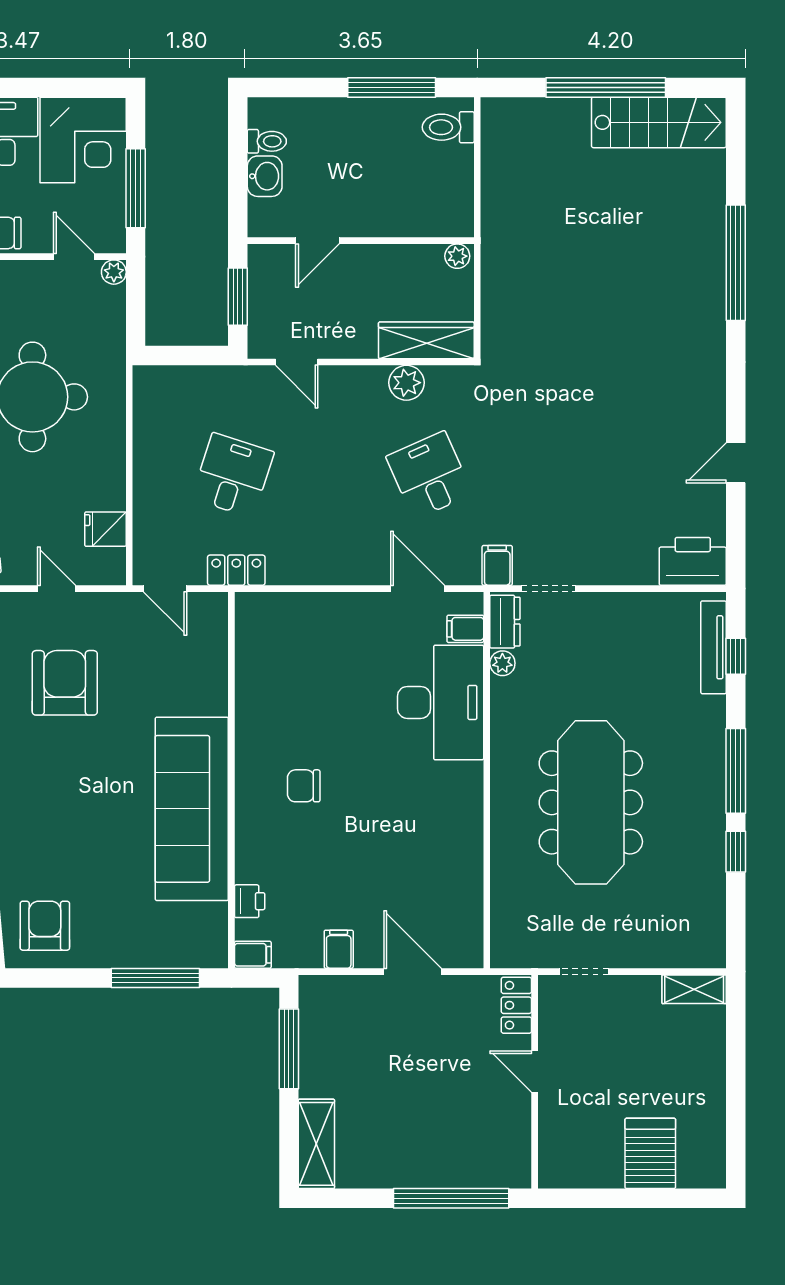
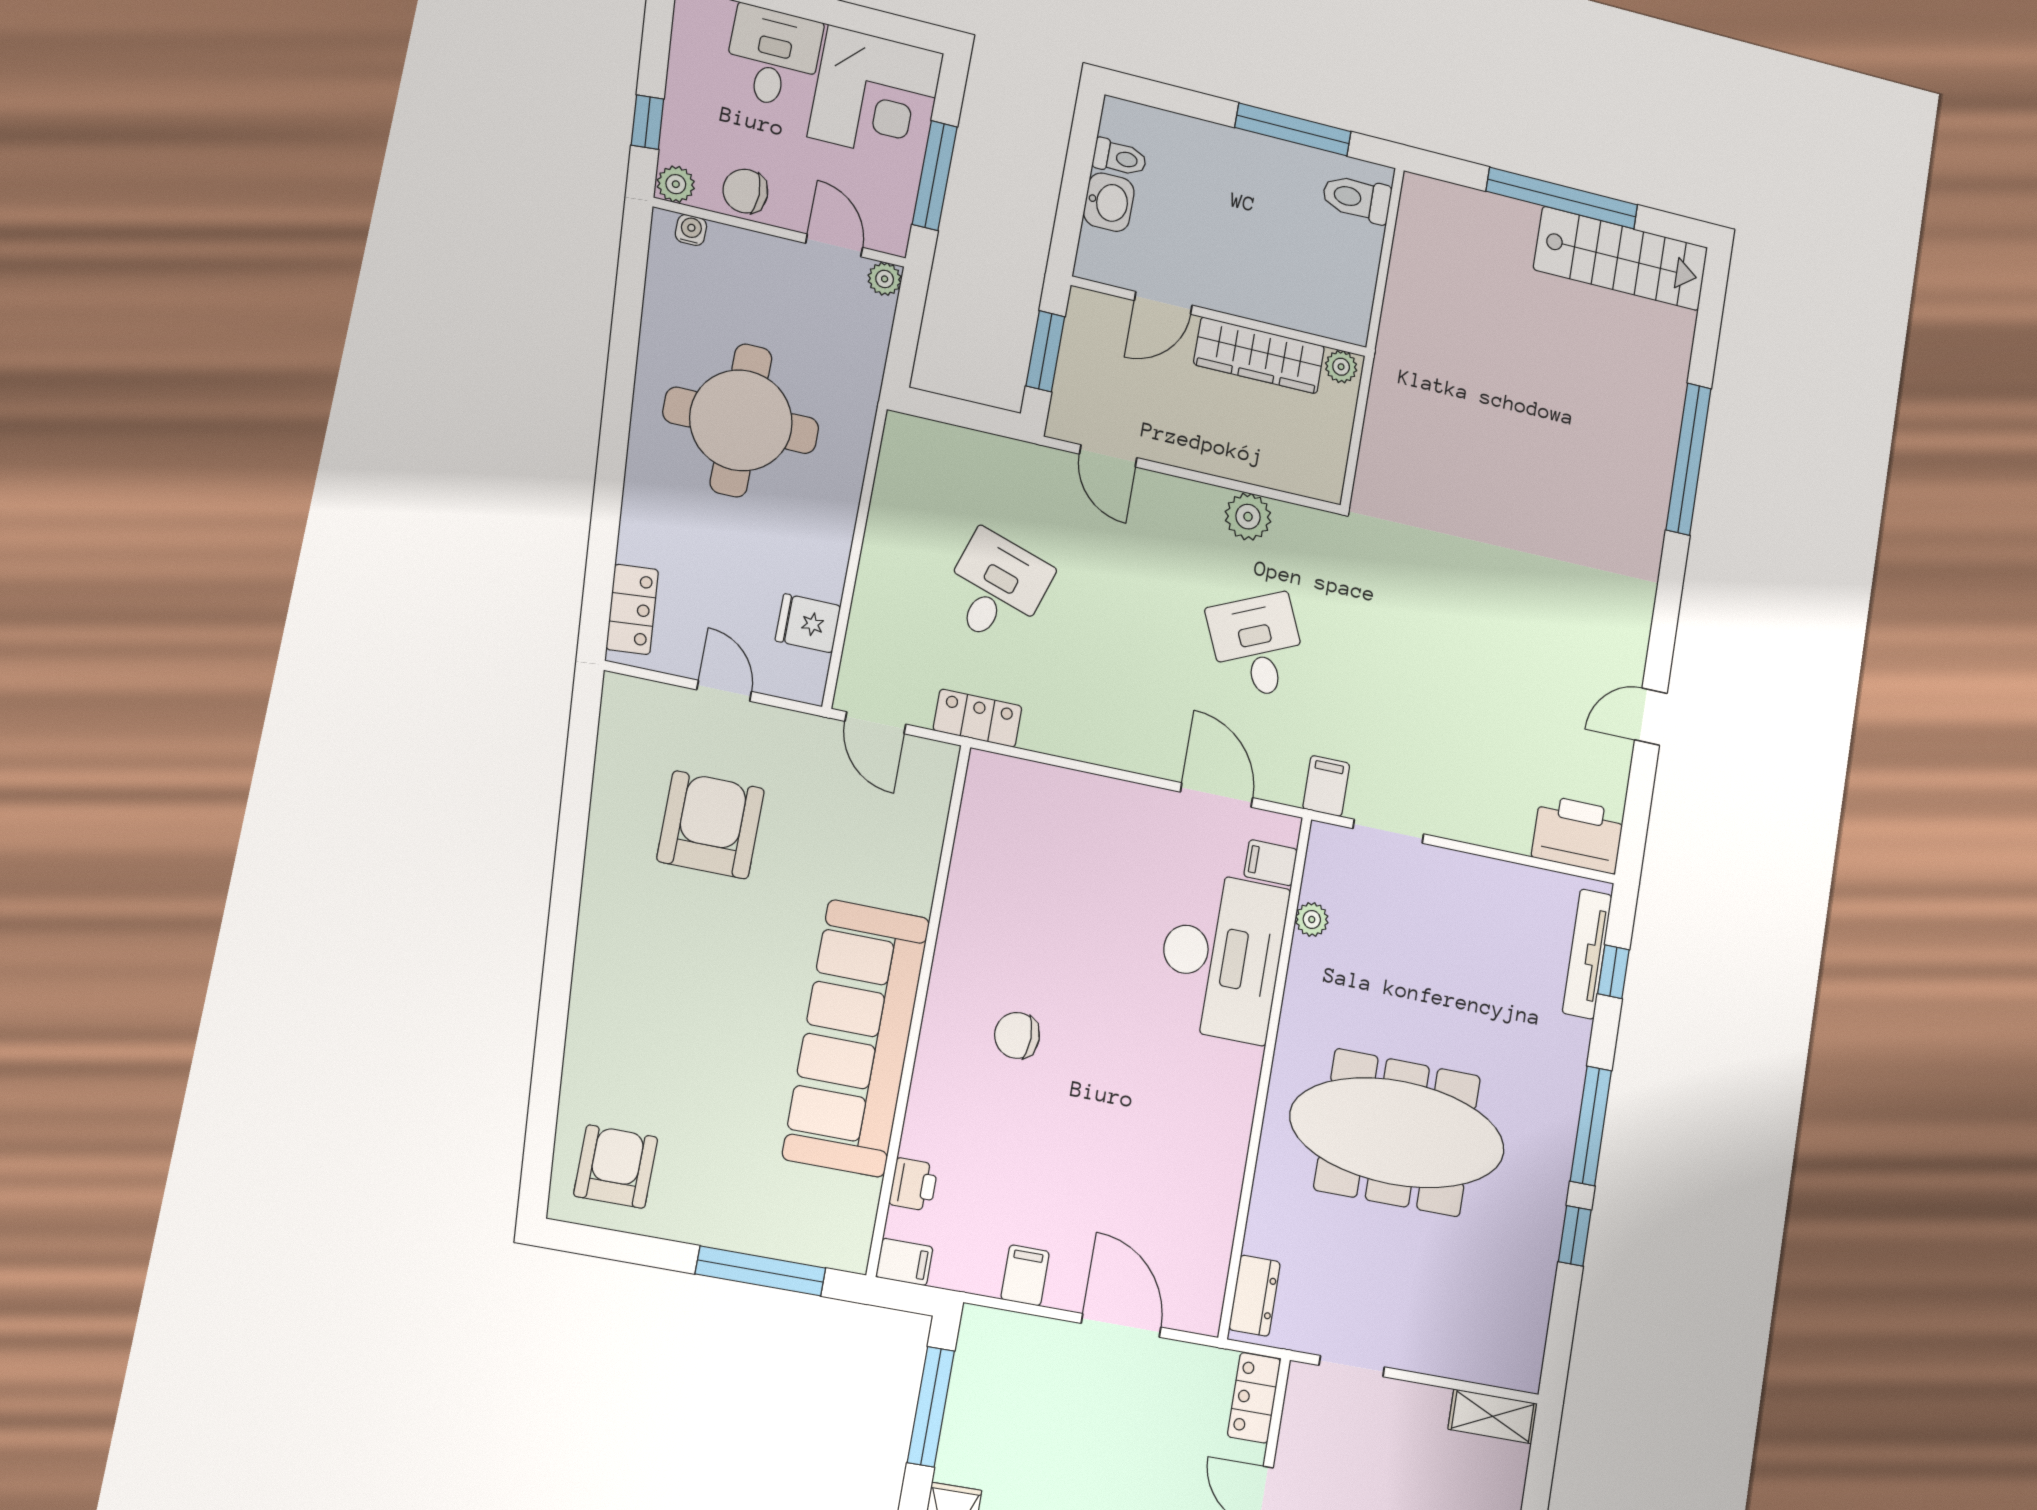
wardrobe: (426, 340) -> (1259, 355), moved, turned 180
dresser: (505, 622) -> (1255, 1296), moved
meeting table: (591, 802) -> (1397, 1133), turned 90

